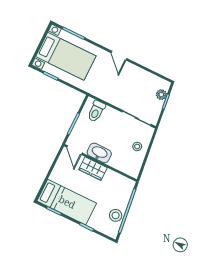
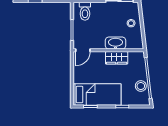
door: (74, 150) -> (83, 50), hinge flipped
washbasin: (99, 153) -> (116, 43), moved
wardrobe: (93, 169) -> (117, 58), moved

